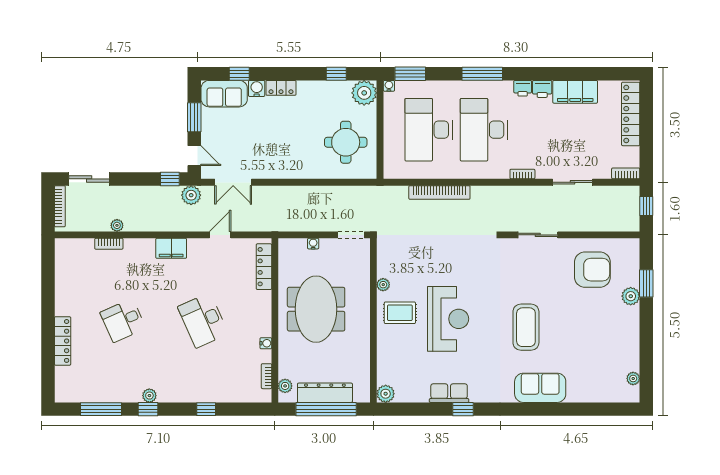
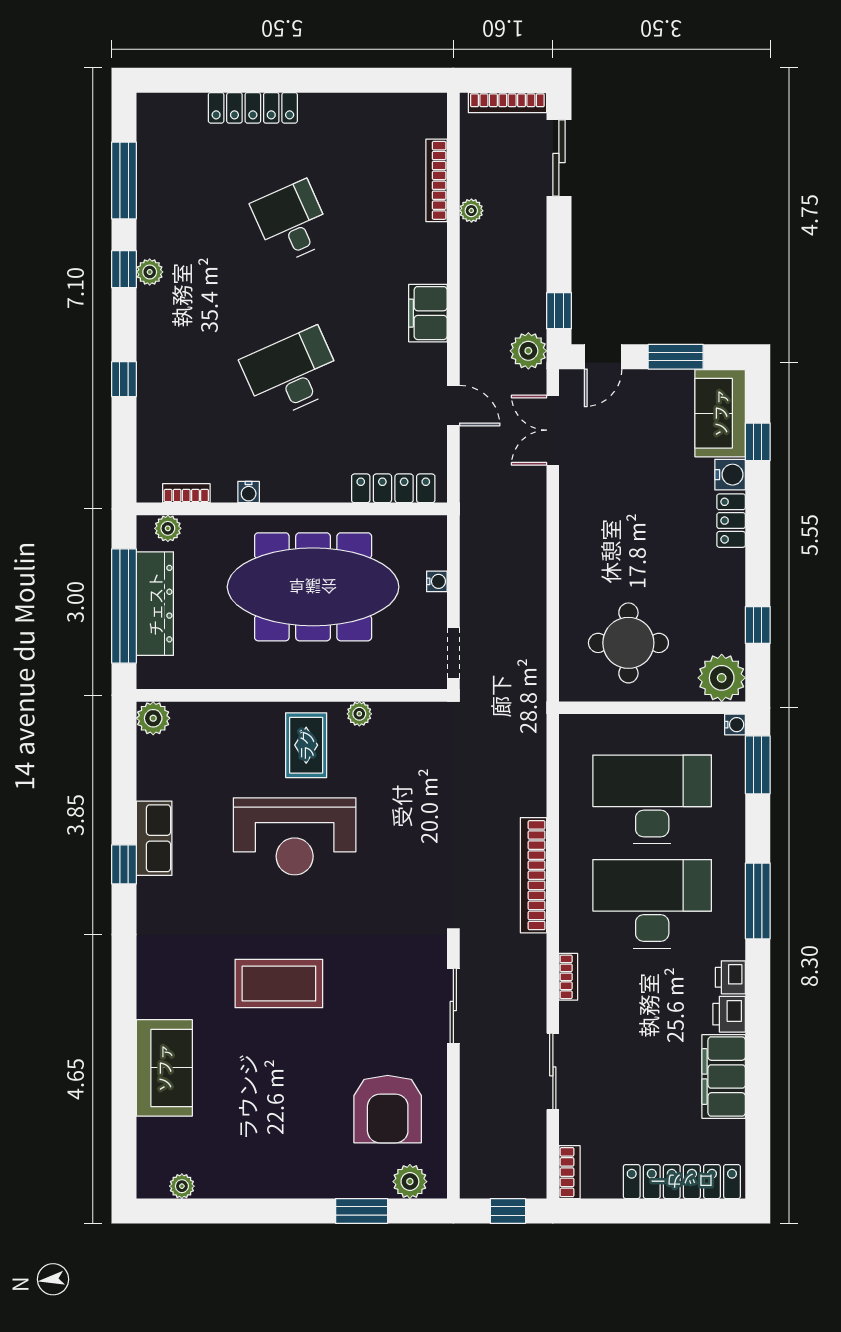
bookcase: (439, 192) -> (533, 875), moved
bookcase: (109, 244) -> (437, 180), width x1.56
plant: (631, 296) -> (410, 1182), moved
meeting table: (316, 309) -> (313, 587), width x1.36
sofa: (540, 388) -> (164, 1068), moved

